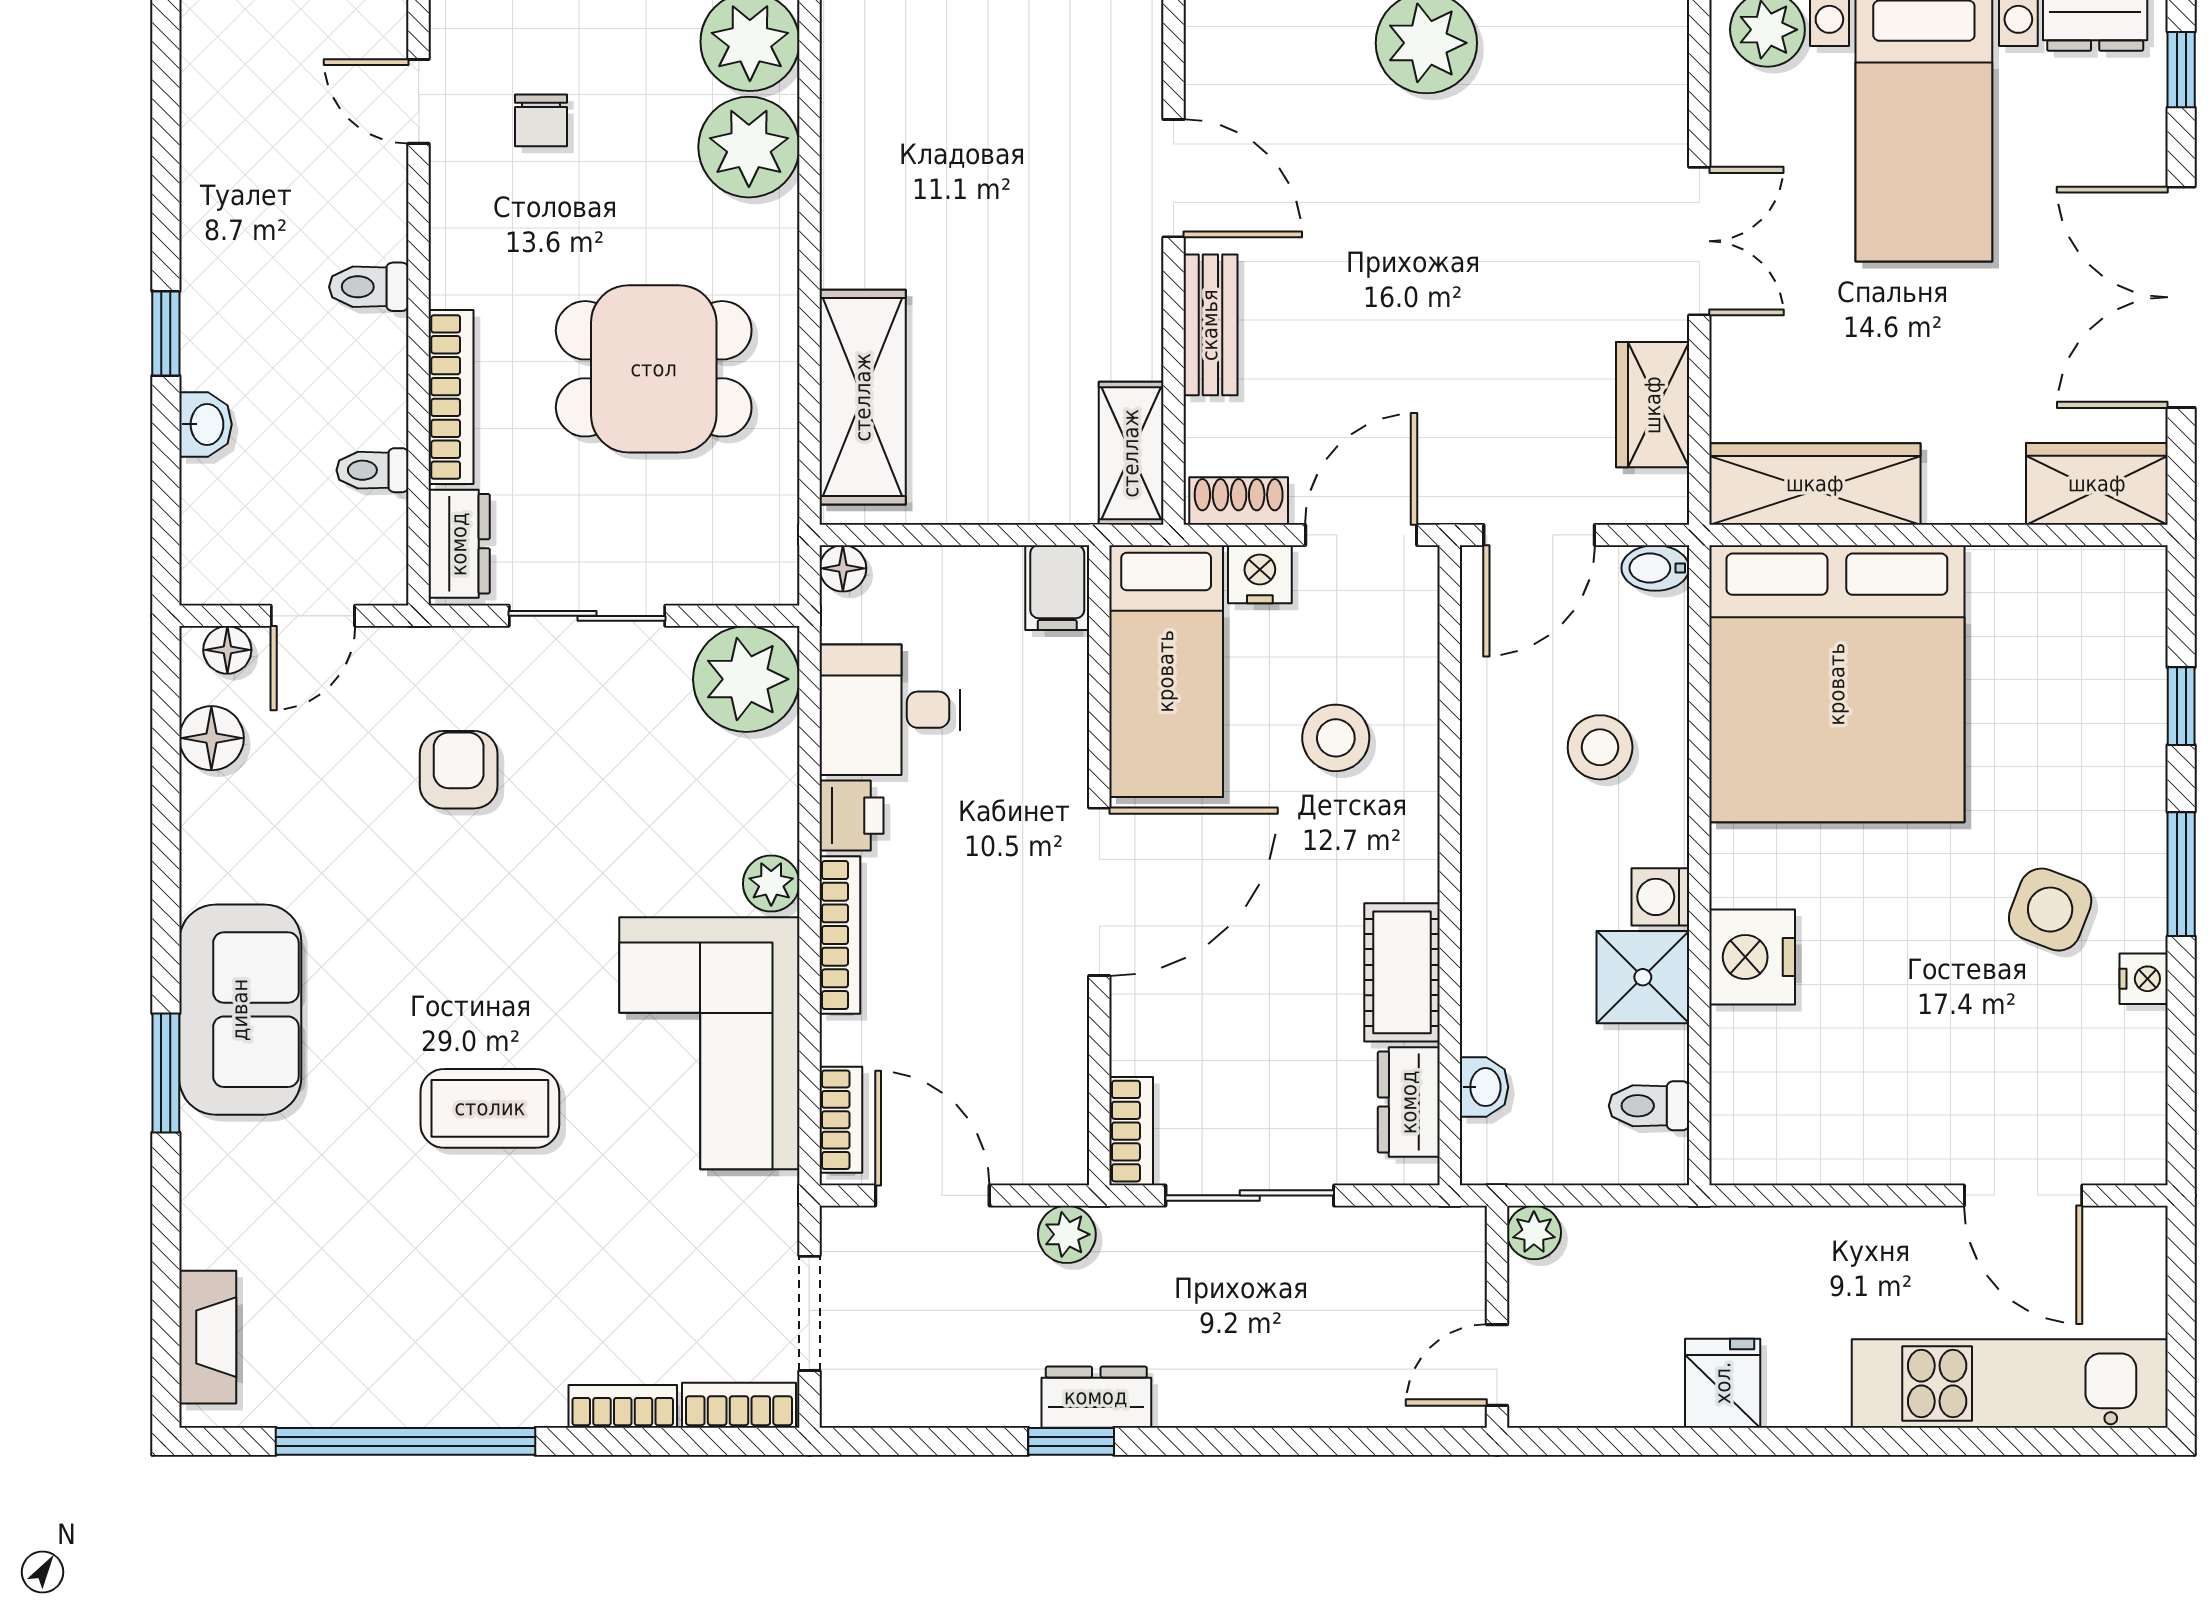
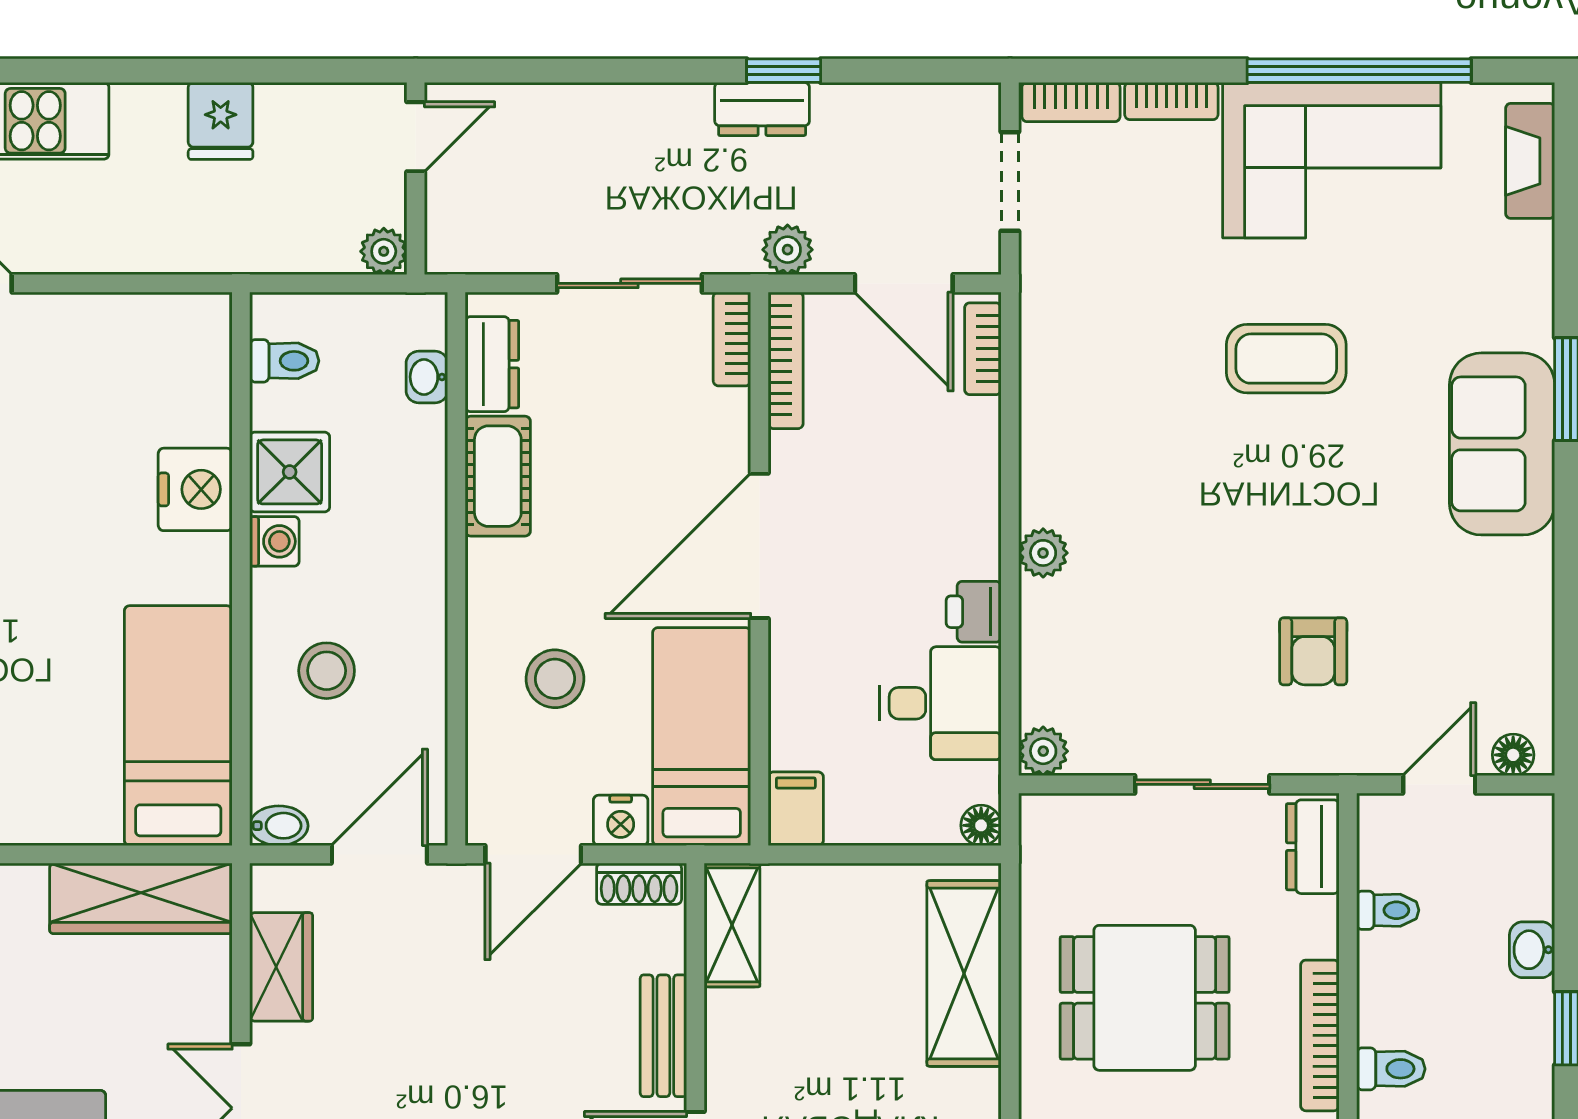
bookcase: (451, 397) -> (1320, 1035), moved
plant: (746, 679) -> (1043, 751), width x0.53, depth x0.53
bed: (1837, 684) -> (178, 726), width x0.49
floor lamp: (211, 738) -> (1527, 679), removed
bookcase: (840, 935) -> (786, 360), moved, turned 180
corner sofa: (709, 1043) -> (1332, 160), moved, turned 90

